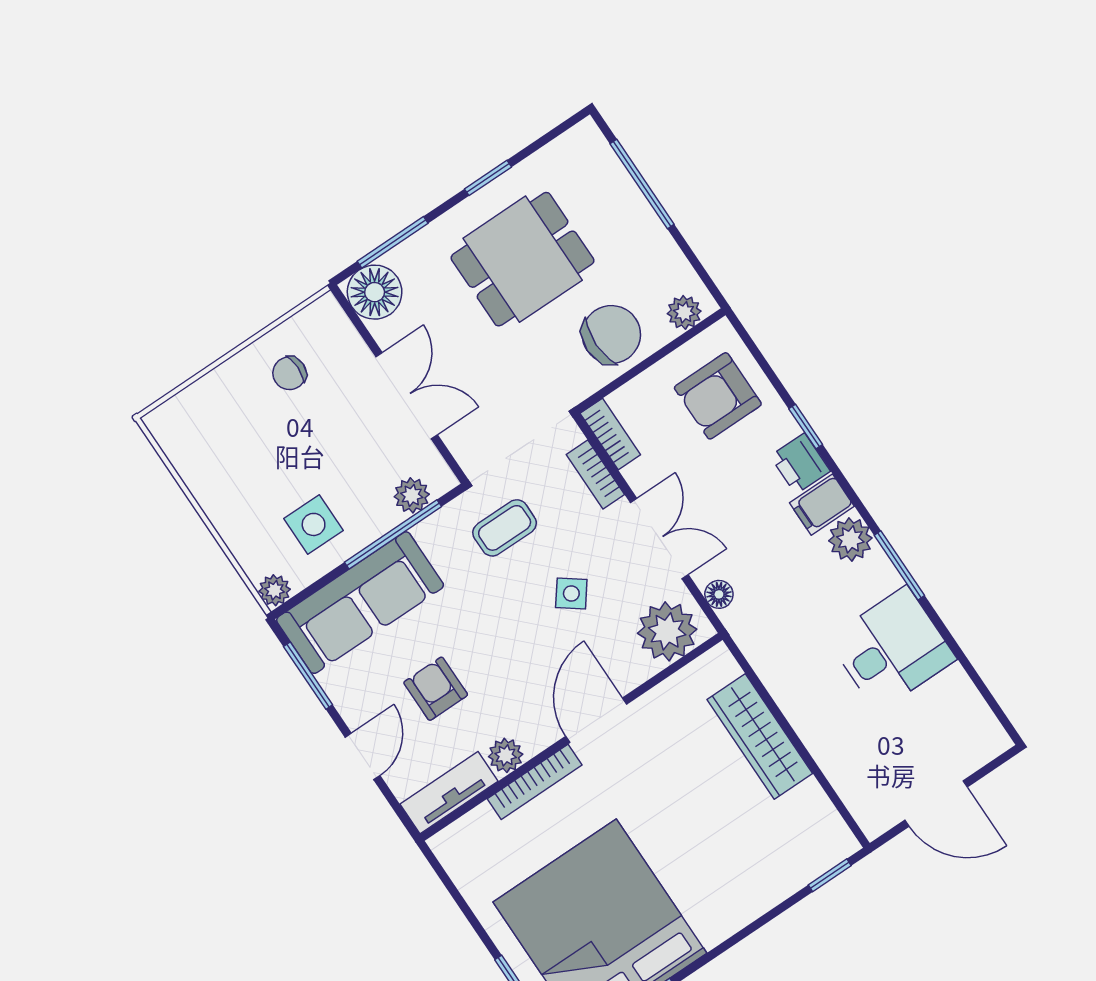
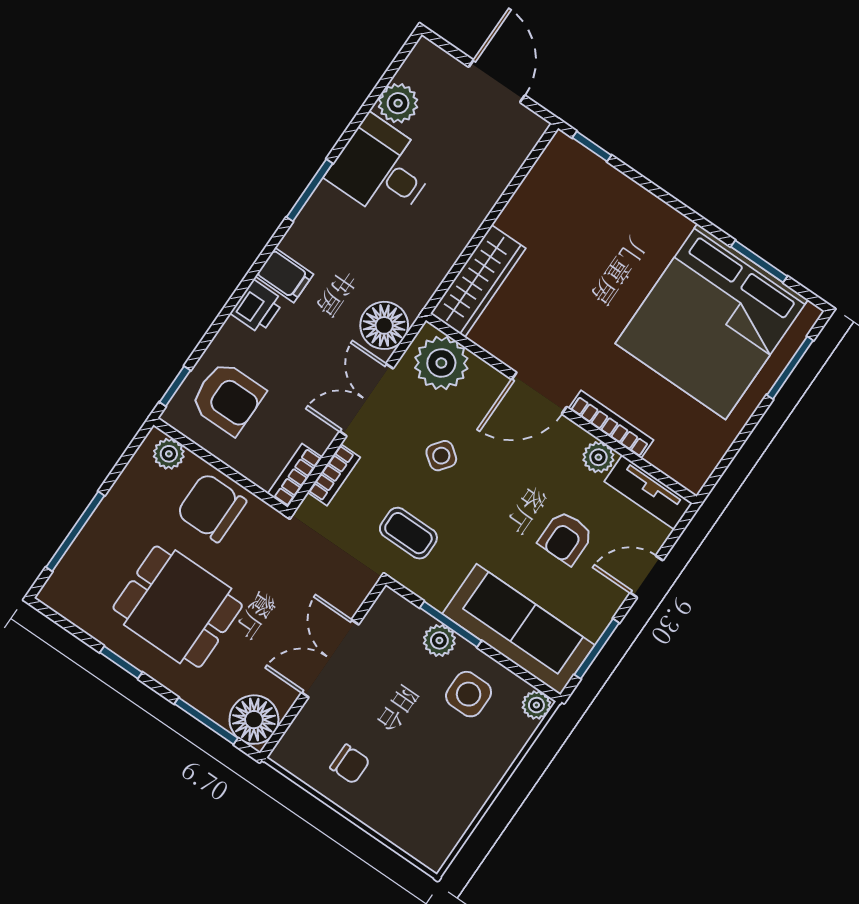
window: (806, 427) -> (175, 386), moved
plant: (412, 495) -> (439, 640), moved
window: (393, 534) -> (451, 624), width x0.69
plant: (850, 539) -> (398, 103), moved
floor lamp: (719, 594) -> (384, 325), width x1.89, depth x1.89
wardrobe: (760, 736) -> (478, 281), moved

